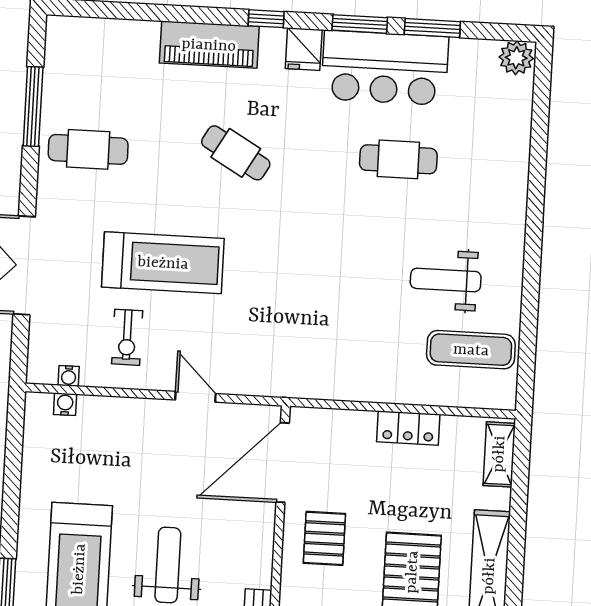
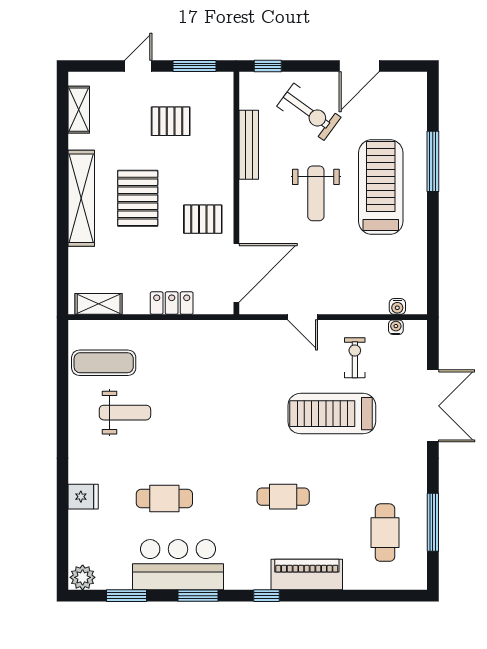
window: (432, 28) -> (126, 596), moved
fridge: (304, 49) -> (83, 497), moved, turned 90
cafe table: (88, 149) -> (385, 533), moved, turned 90
cafe table: (236, 153) -> (283, 497), turned -30
locker: (408, 428) -> (172, 303), moved
shelving: (499, 454) -> (99, 304), moved, turned 90
pallet: (324, 538) -> (203, 219), turned 90

